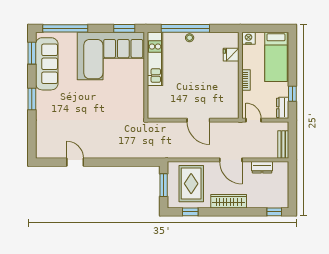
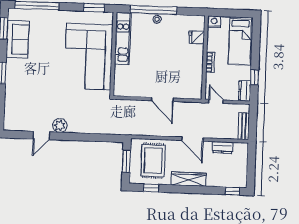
corner sofa: (111, 56) -> (89, 57), moved, turned 90
sofa: (47, 64) -> (18, 39), width x0.73
plant: (94, 151) -> (60, 125), added
door: (75, 162) -> (41, 135), swing flipped

